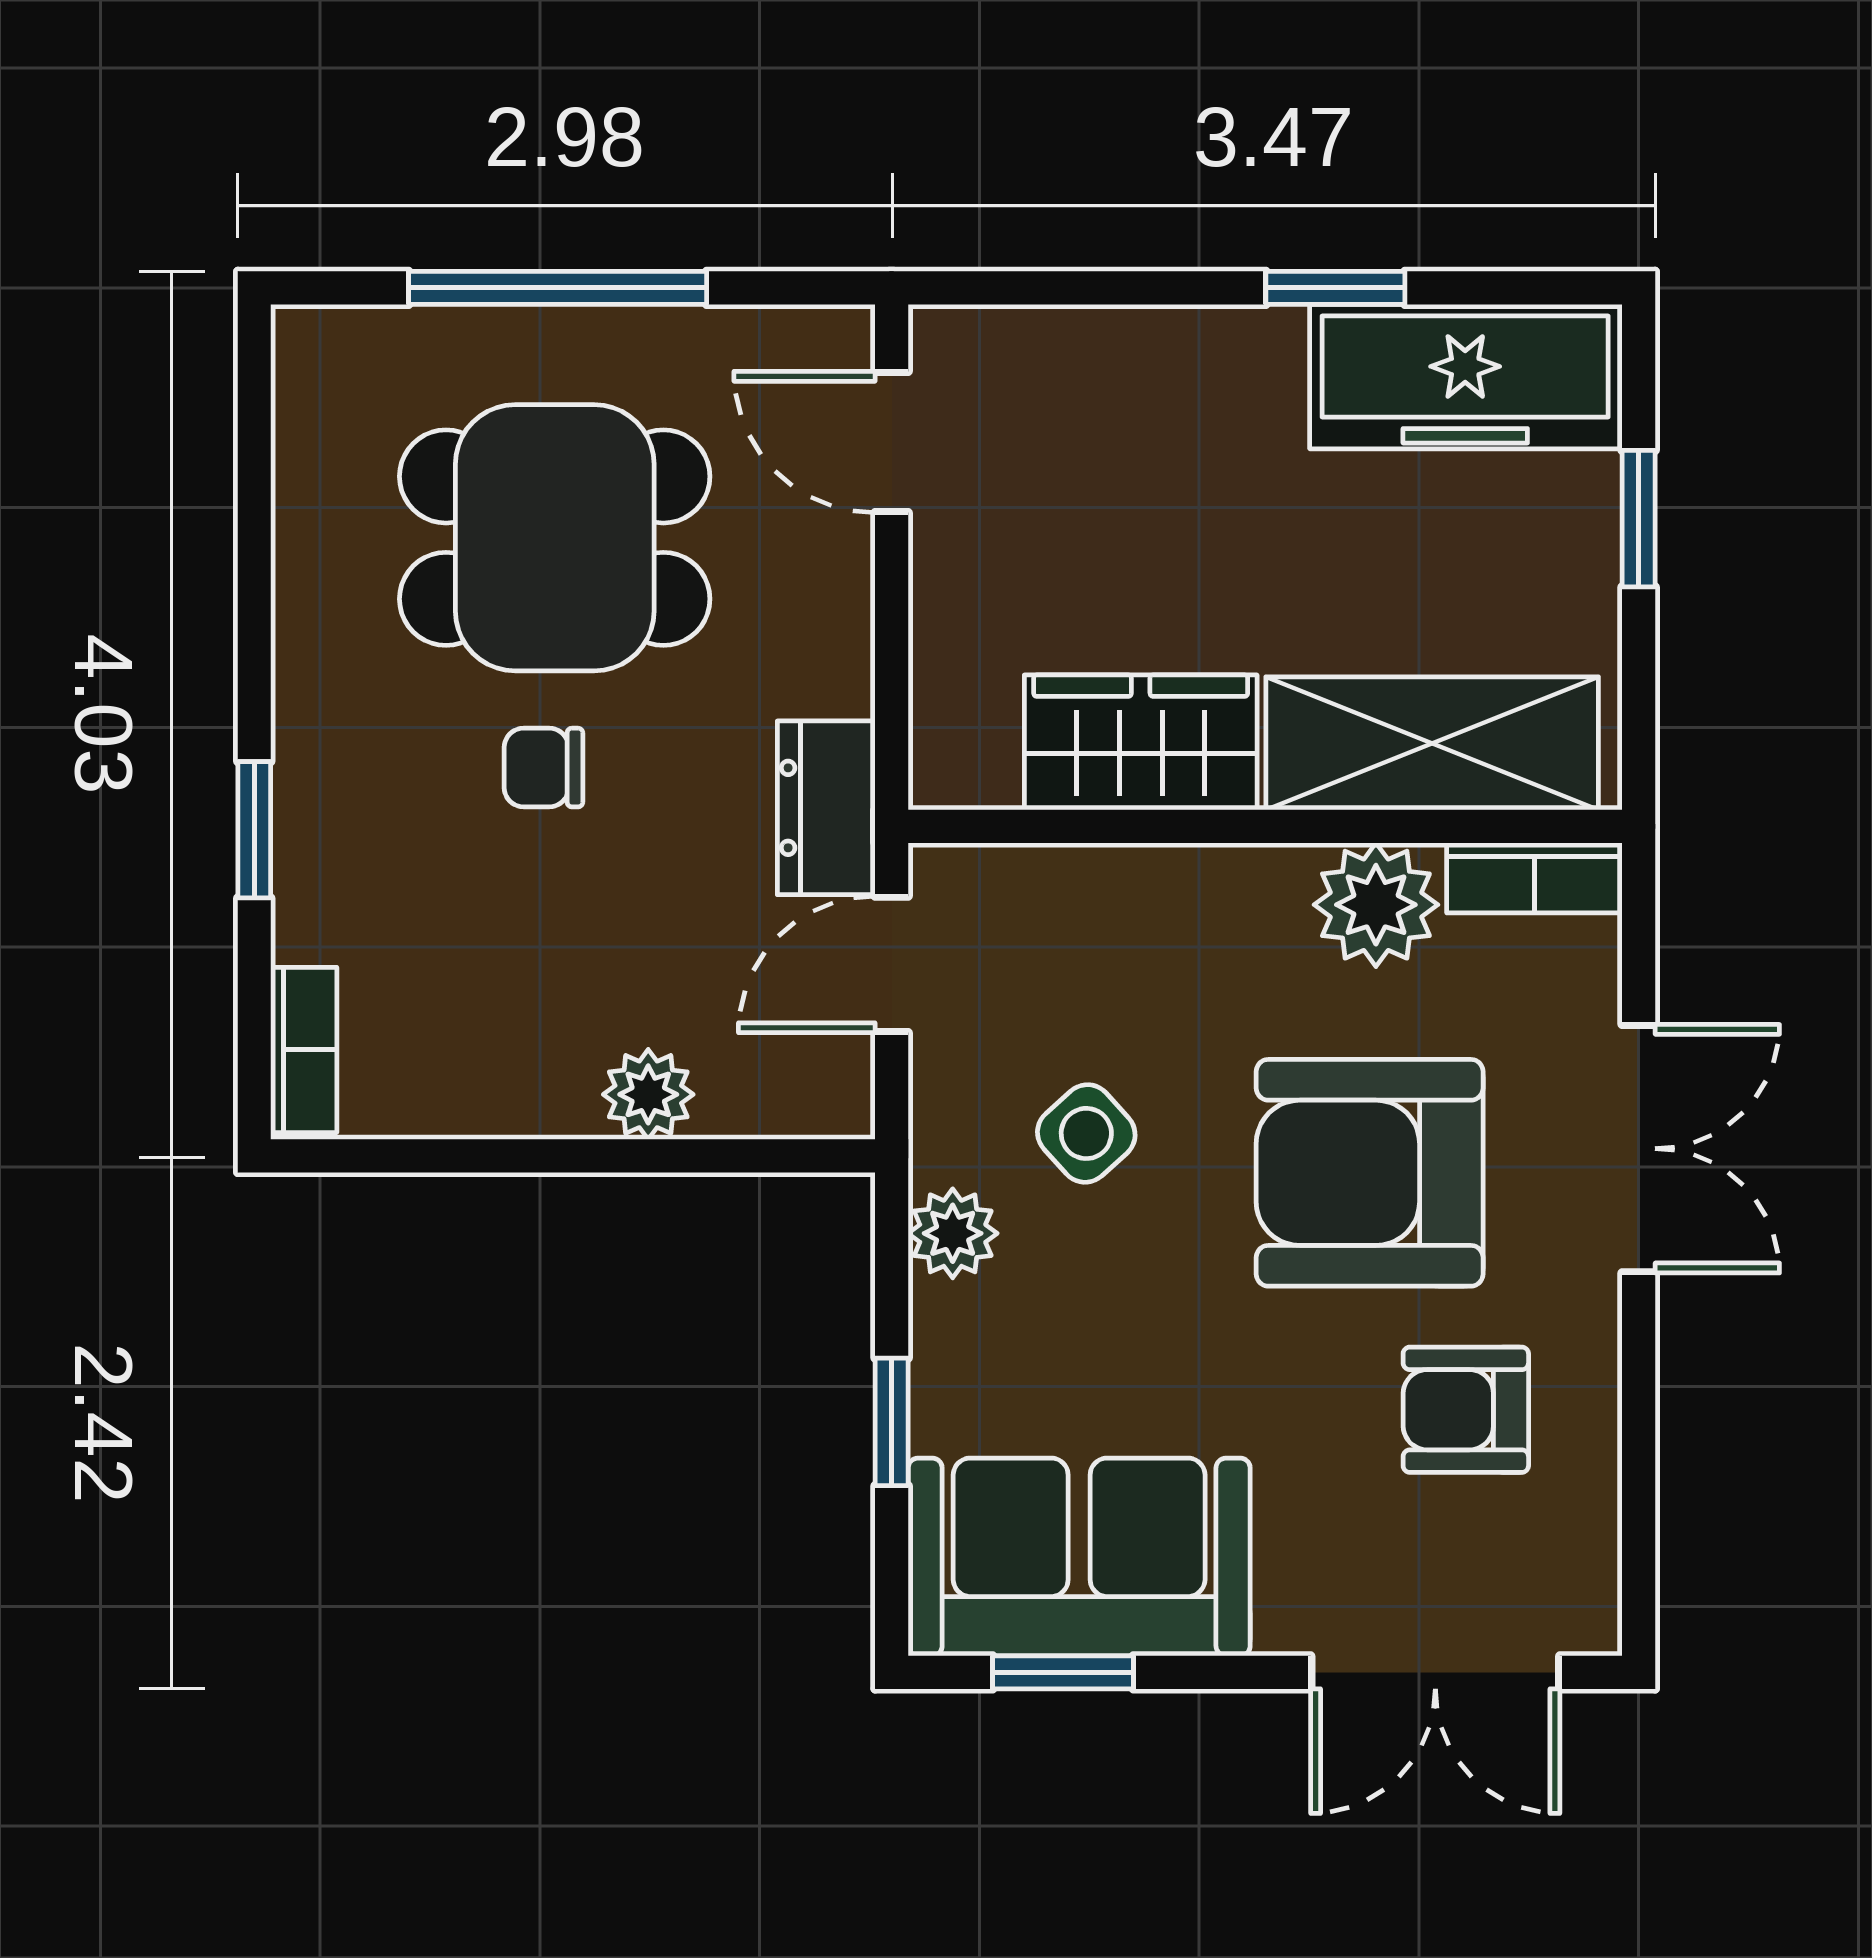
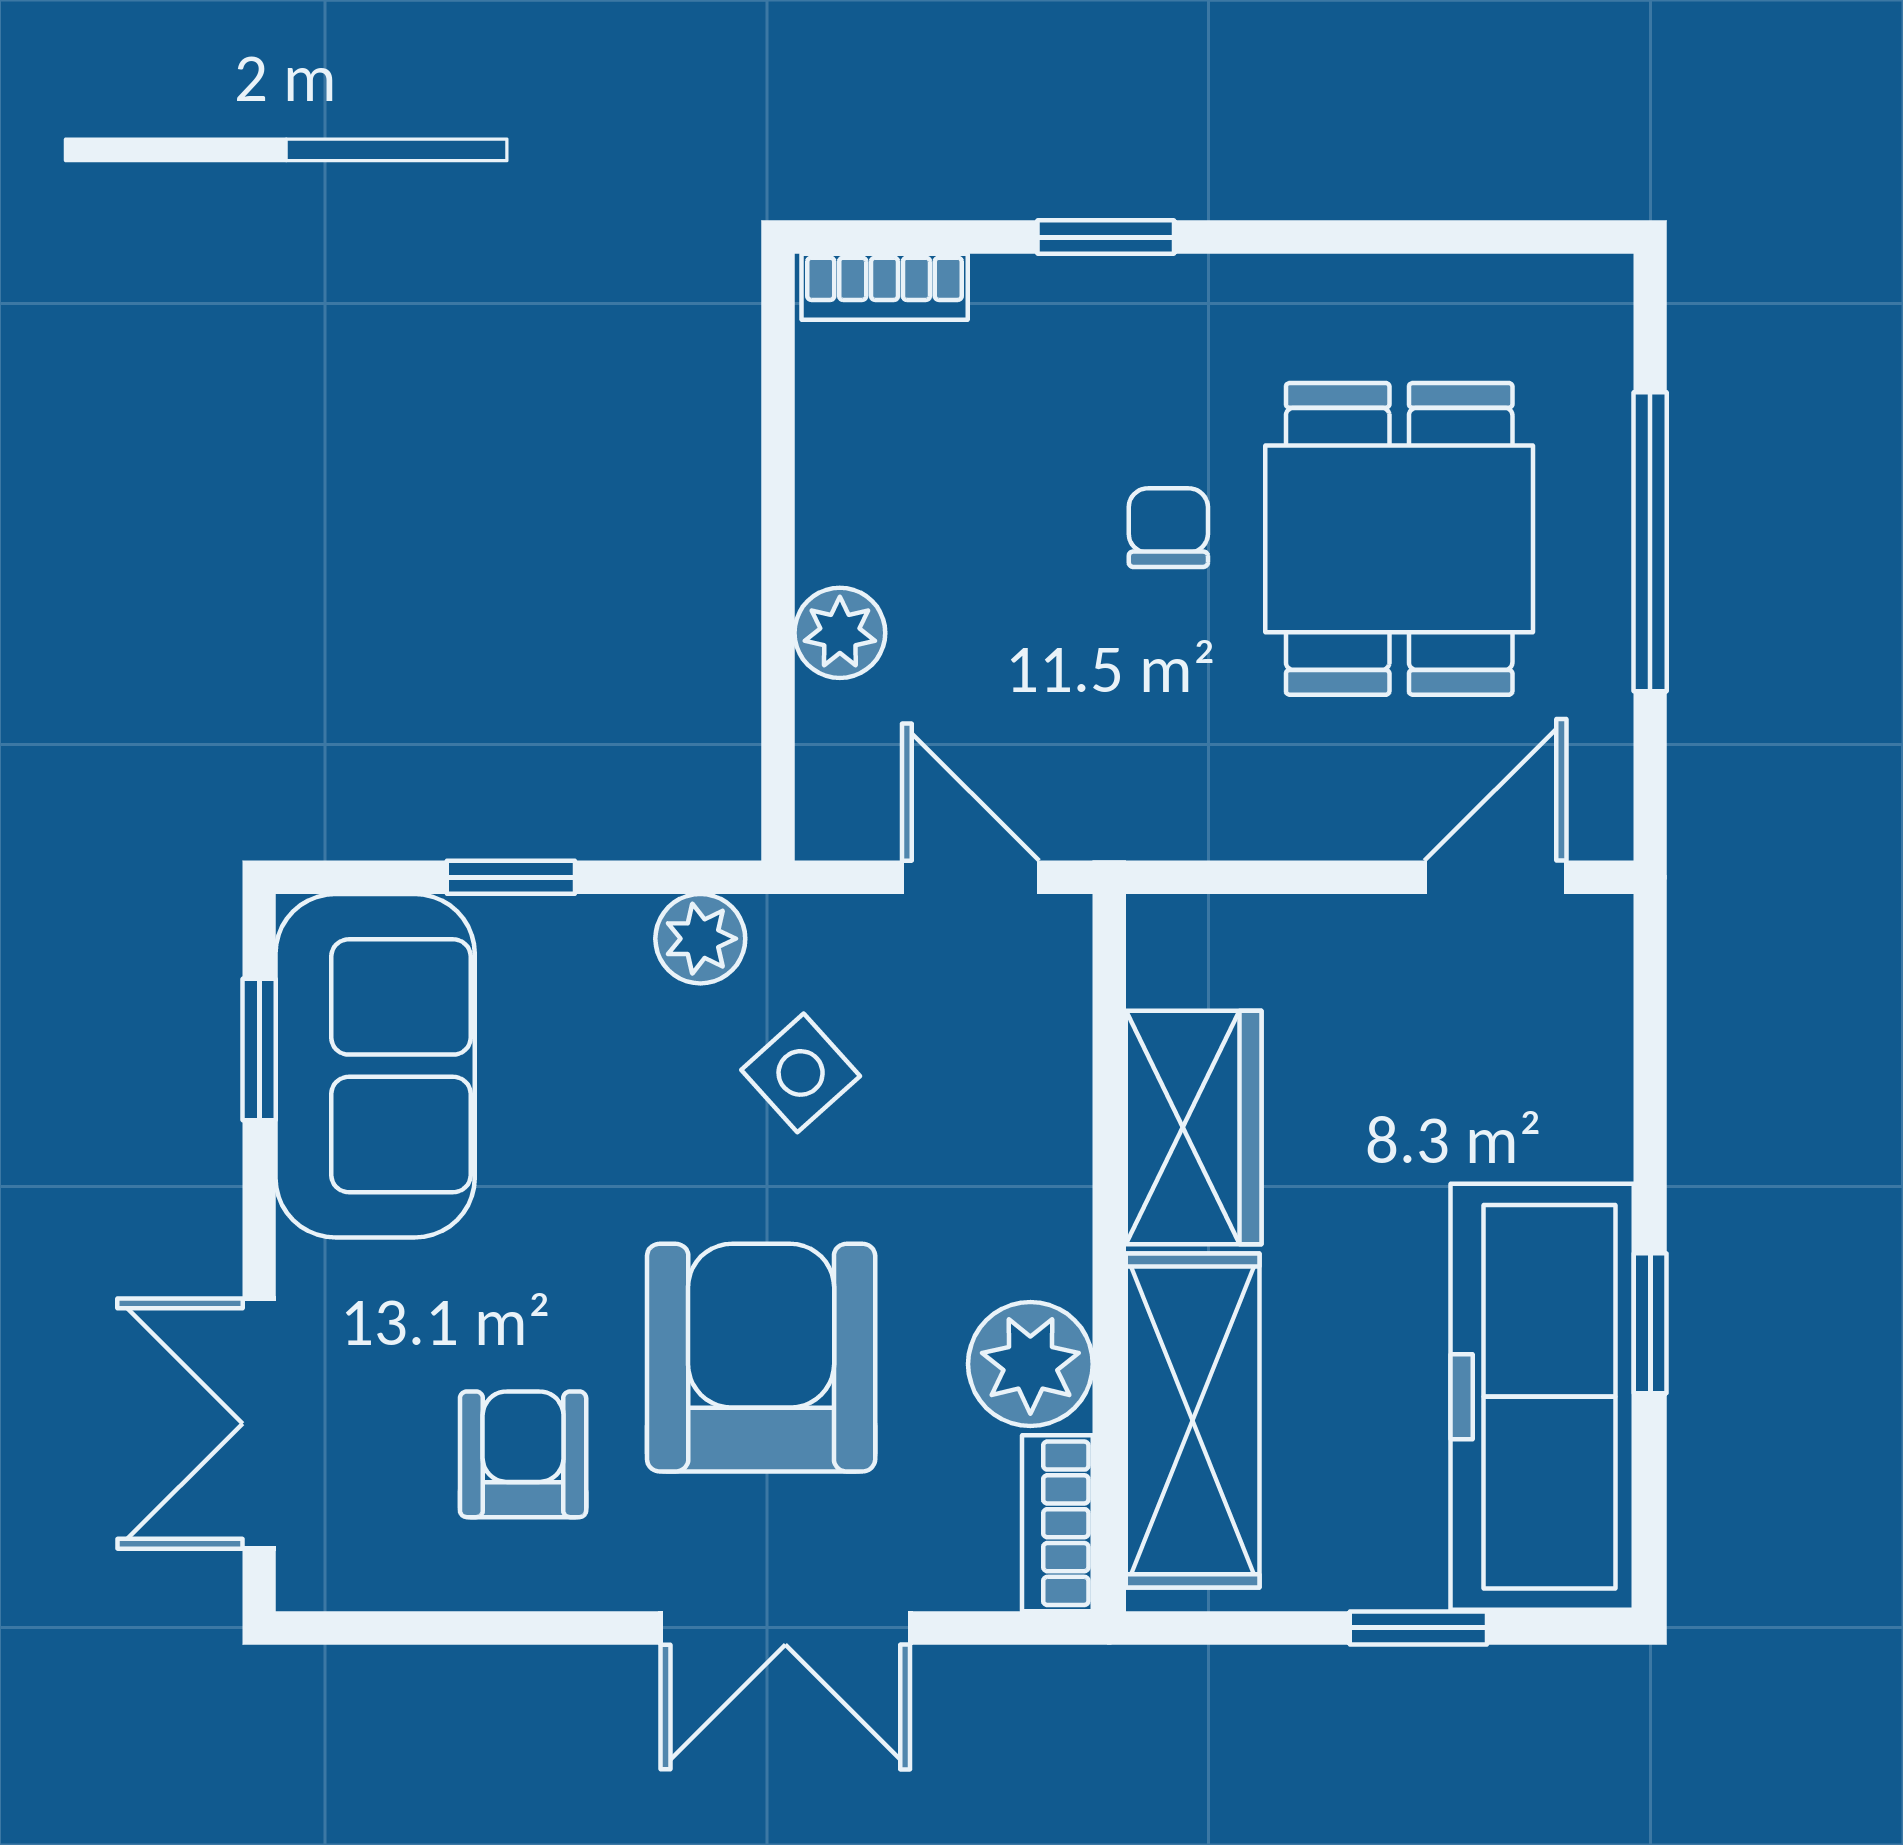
freezer: (1465, 377) -> (1542, 1397), width x1.36, depth x1.26
dresser: (826, 808) -> (1128, 812), removed

